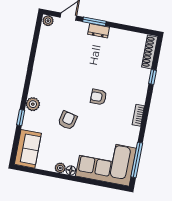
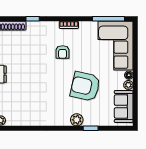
armchair: (98, 97) -> (63, 52), moved
armchair: (68, 120) -> (85, 86), width x1.88, depth x1.88
sofa: (28, 149) -> (124, 107), moved, turned -90

